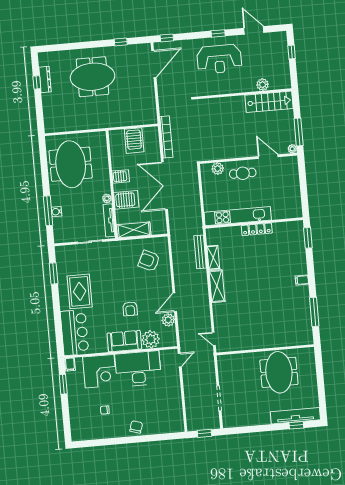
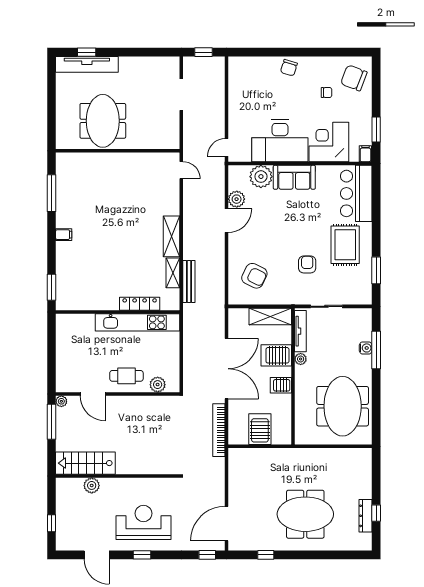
locker: (257, 229) -> (140, 304), moved
armchair: (130, 309) -> (307, 264), moved
chair: (84, 423) -> (354, 78), added

